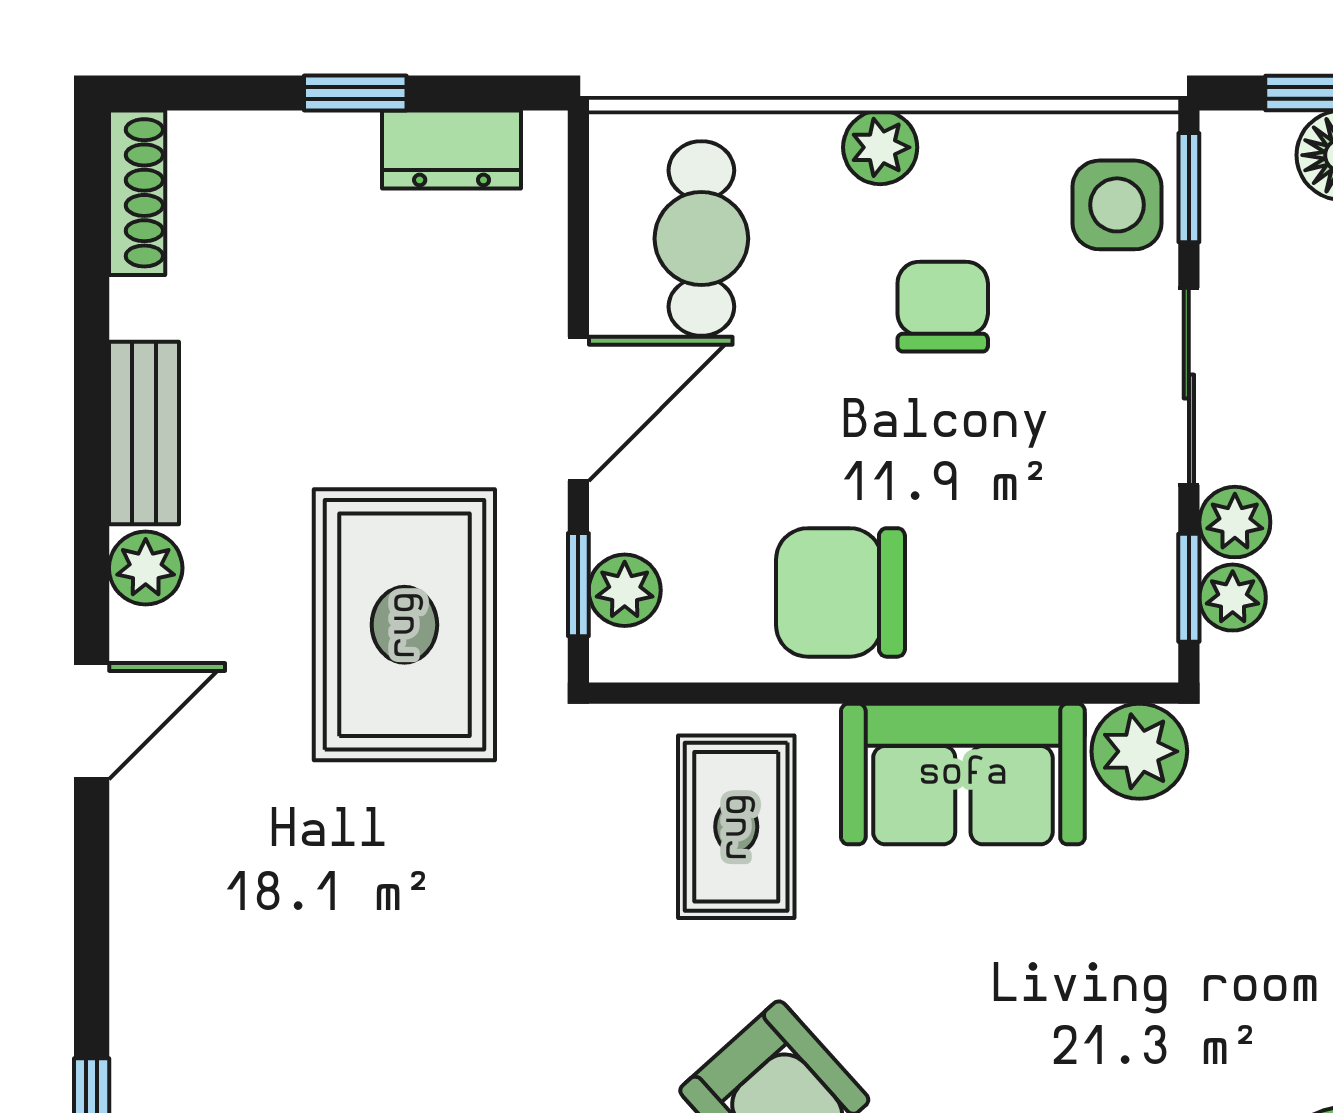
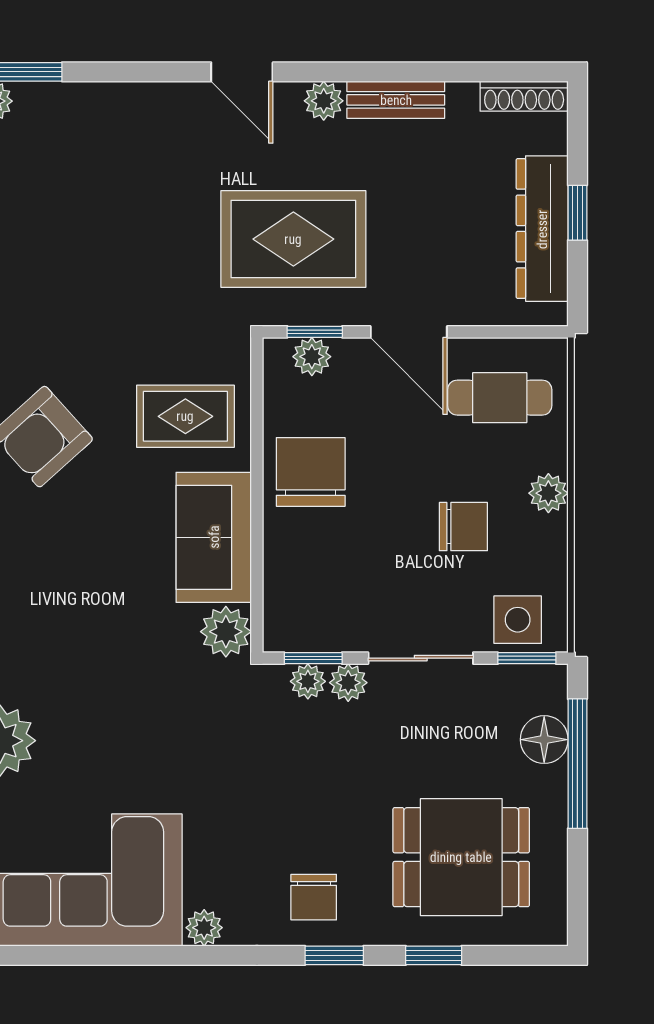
dresser: (452, 149) -> (542, 229), width x1.96, depth x1.24

